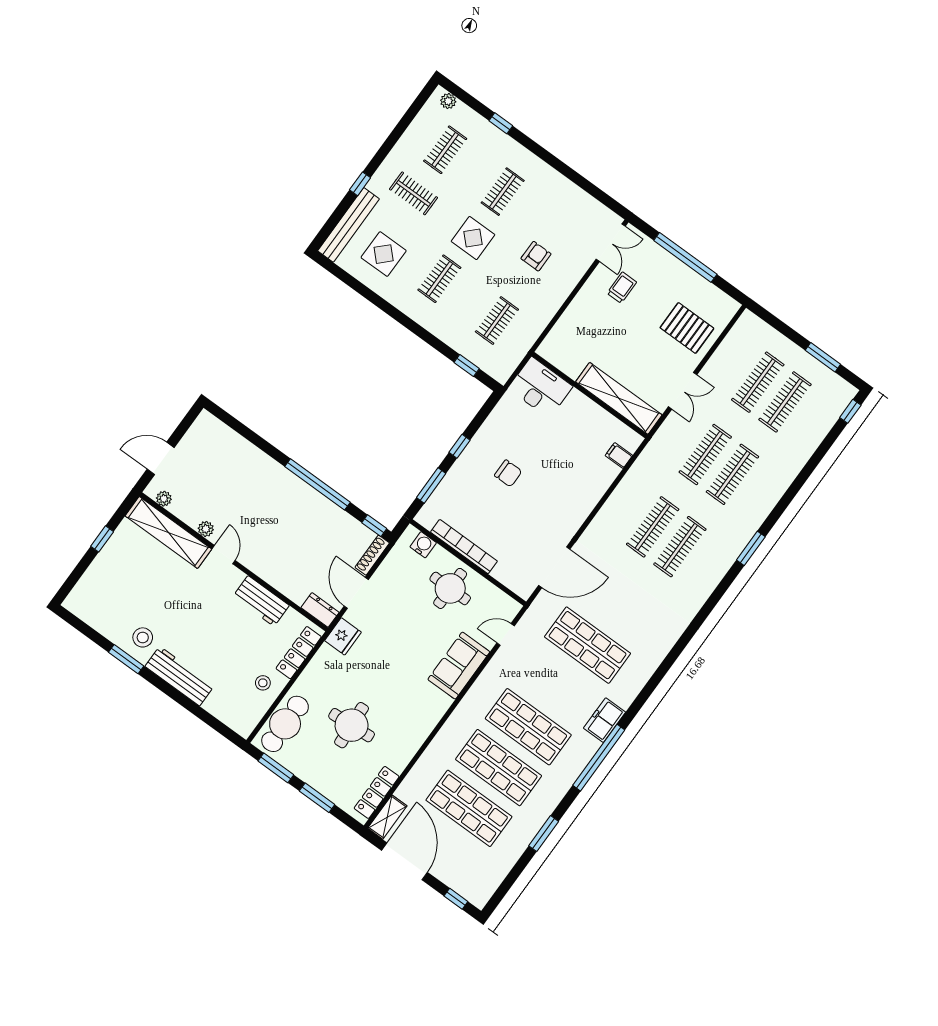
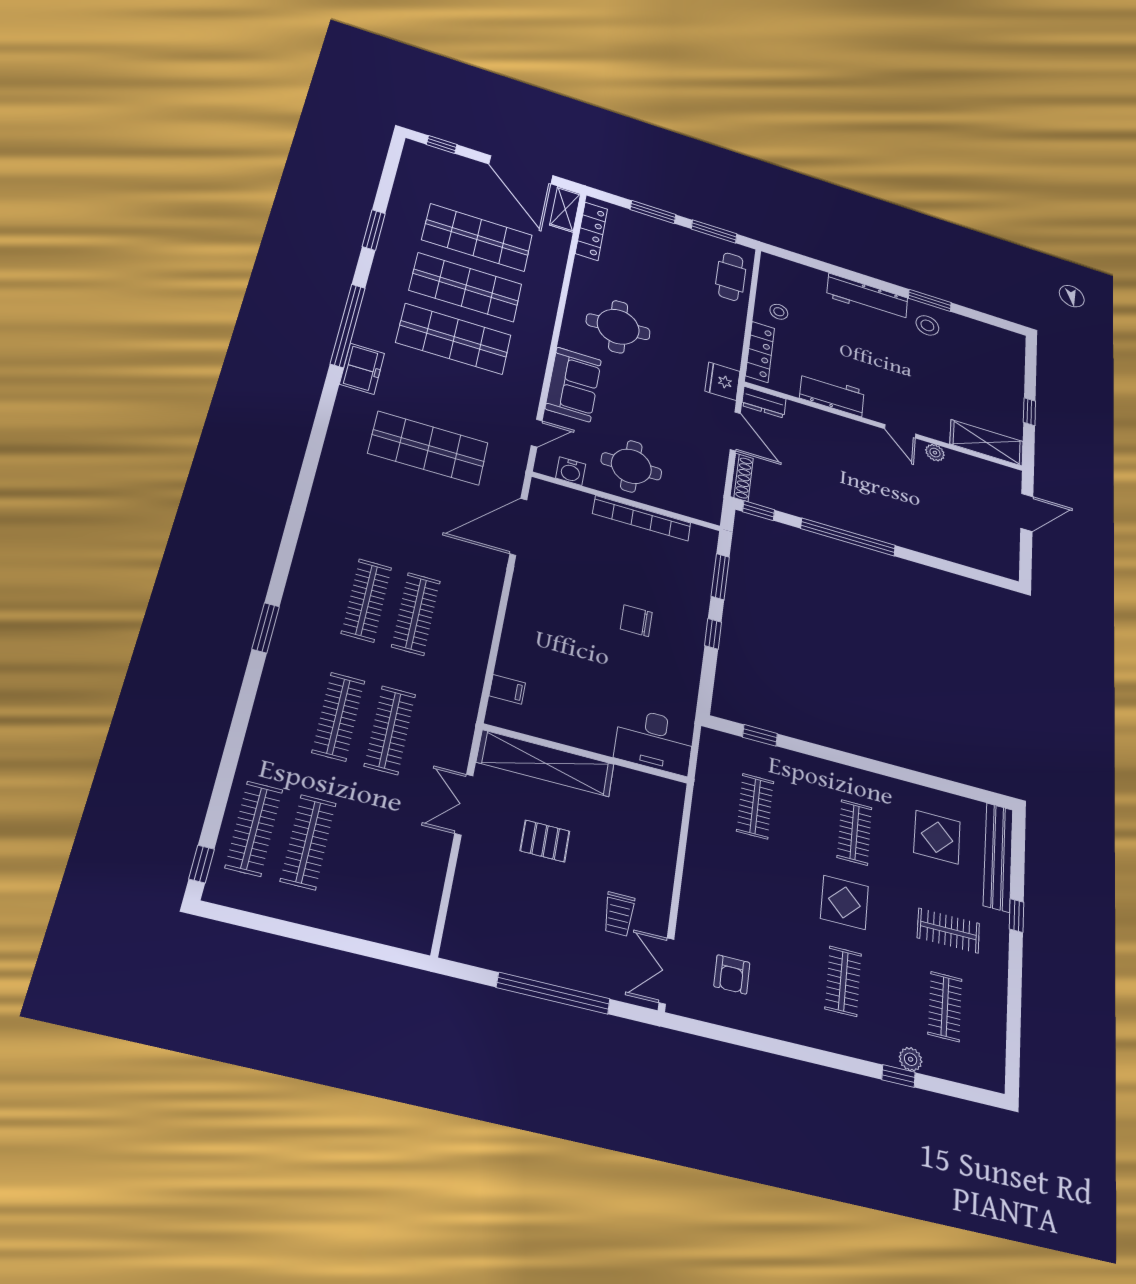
plant: (448, 101) -> (911, 1059), moved
armchair: (536, 256) -> (732, 974), moved
pallet: (687, 328) -> (545, 841), moved, width x0.67, depth x0.71
window: (823, 357) -> (280, 928), removed
clothes rail: (758, 382) -> (254, 828), moved
plant: (164, 499) -> (997, 471), removed
shelving: (168, 532) -> (987, 443), width x0.68
water cooler: (423, 545) -> (571, 471), moved
cafe table: (285, 724) -> (731, 277), width x0.73, depth x0.74
round table: (352, 725) -> (618, 327), moved

